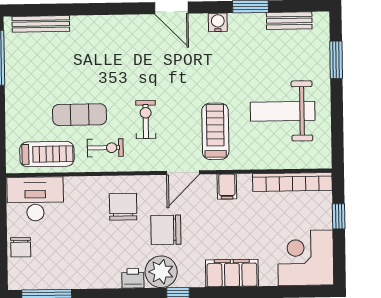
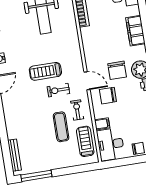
treadmill: (215, 131) -> (45, 71), moved
door: (183, 173) -> (87, 81), moved
filing cabinet: (227, 187) -> (102, 124), moved

